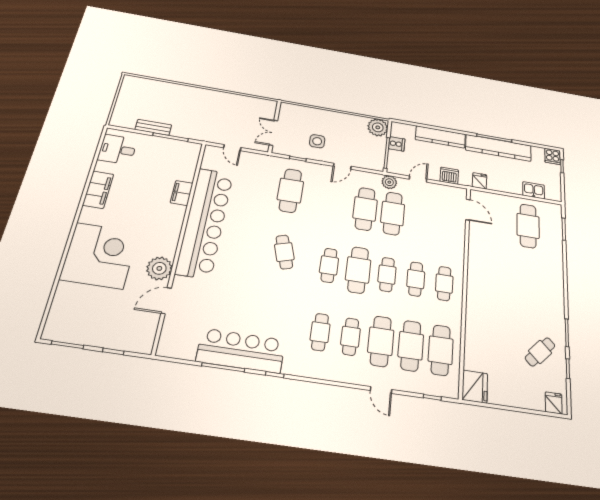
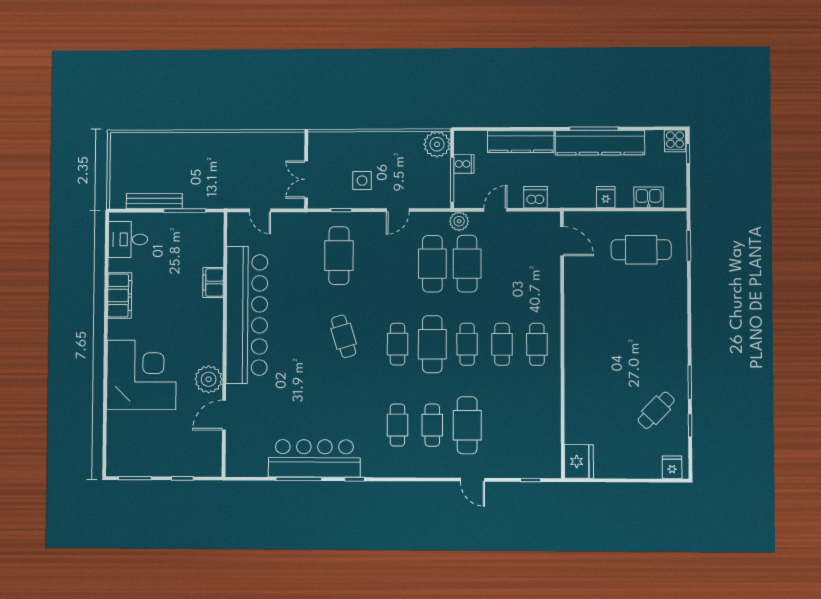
bench: (153, 127) -> (154, 201), width x1.36
fridge: (480, 181) -> (606, 197), moved
cafe table: (528, 226) -> (641, 250), turned 90
cafe table: (411, 346) -> (502, 425), removed
cafe table: (441, 350) -> (537, 425), removed

